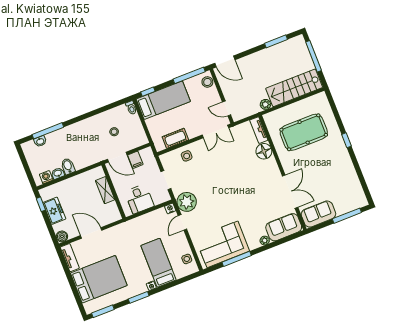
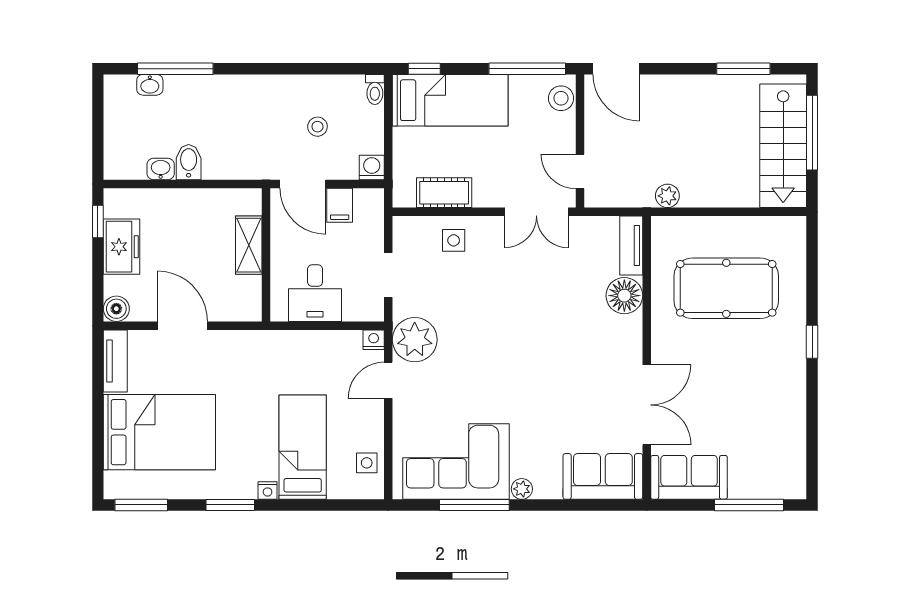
stairs: (294, 88) -> (783, 146), moved, turned -90
washing machine: (46, 177) -> (372, 167), moved
plant: (265, 241) -> (522, 489), moved

